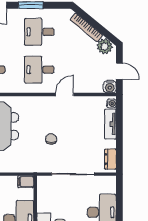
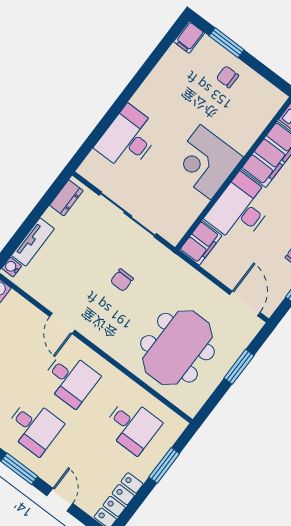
door: (65, 94) -> (62, 323), hinge flipped
filing cabinet: (26, 182) -> (201, 243), width x2.00

